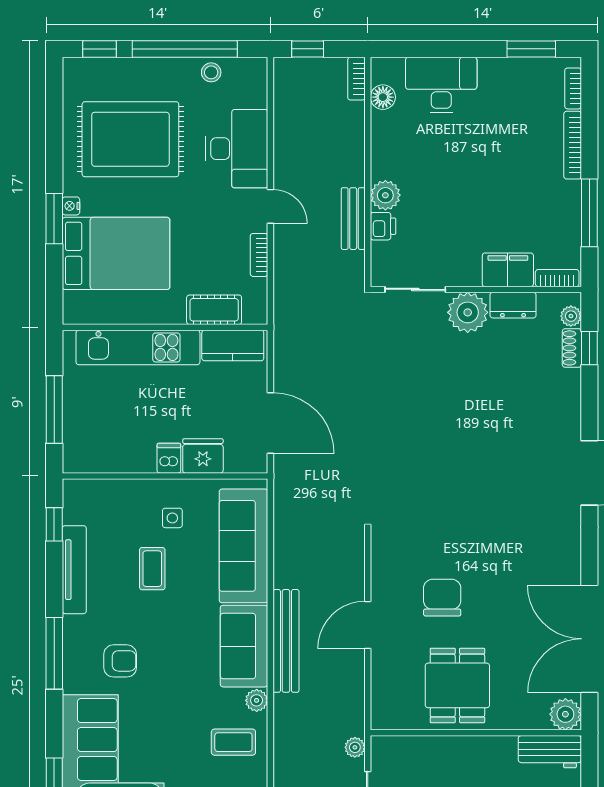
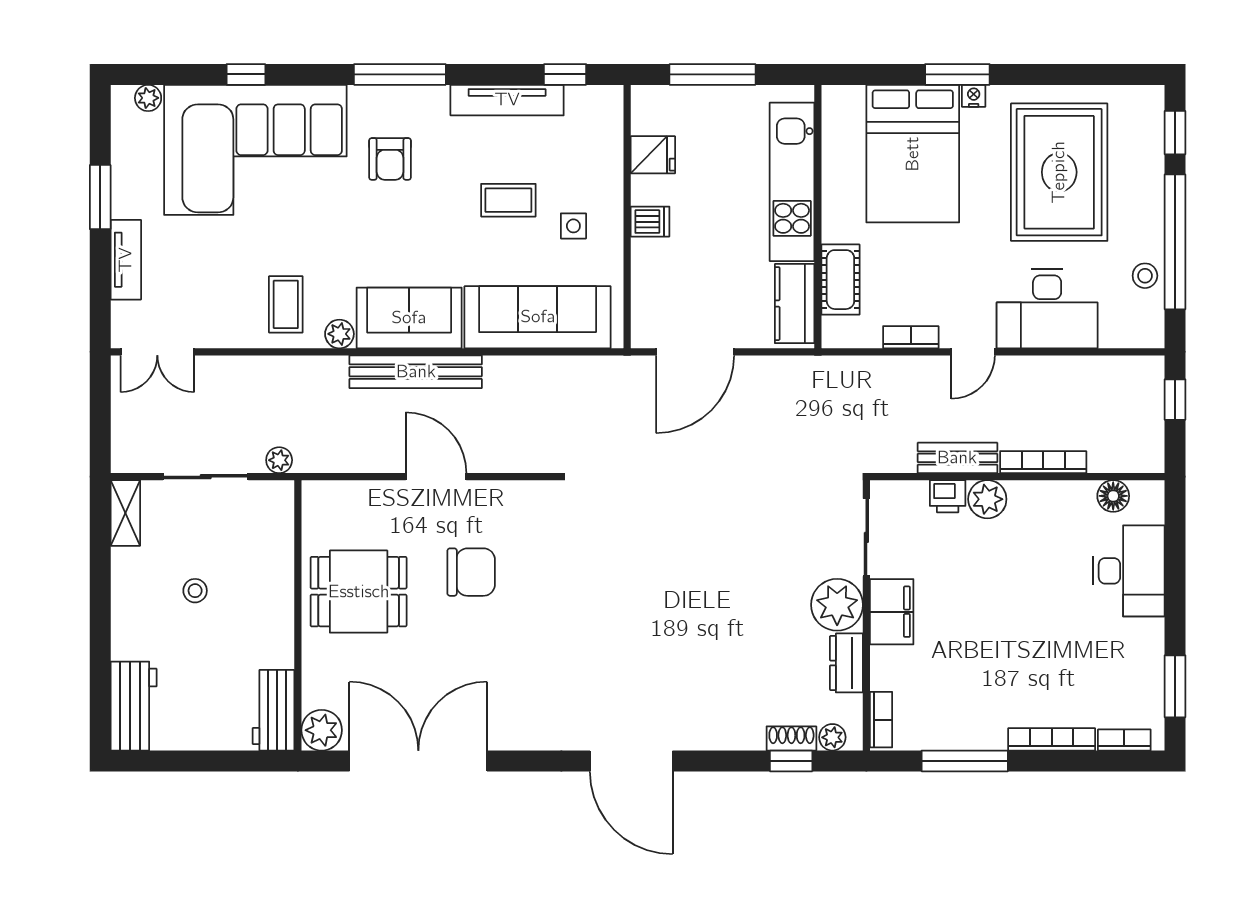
bookcase: (356, 79) -> (1043, 462), moved, width x1.56
filing cabinet: (508, 270) -> (892, 612), moved
fridge: (203, 456) -> (653, 155), moved, width x0.72

